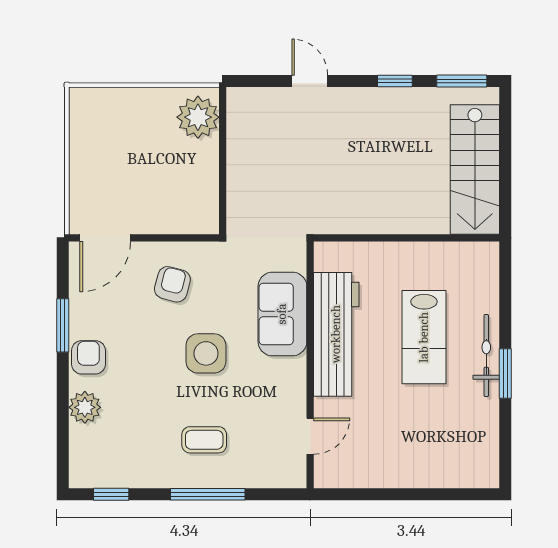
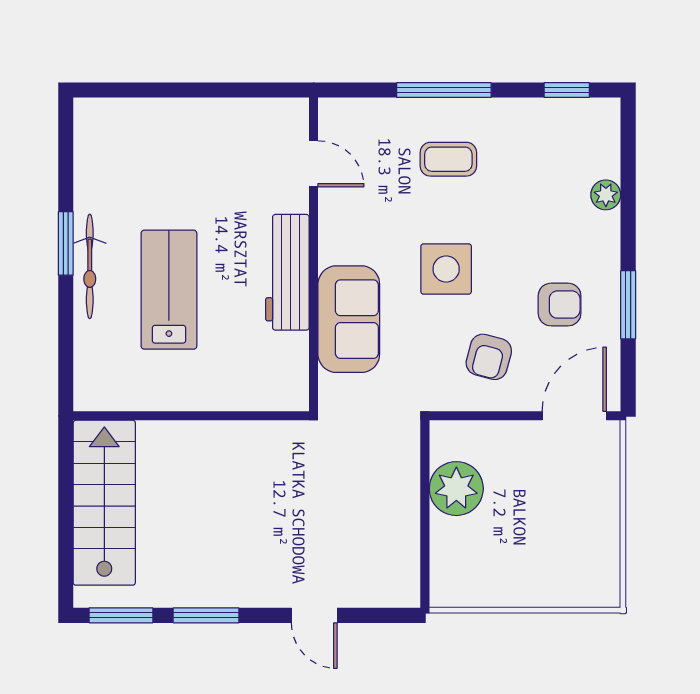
window: (395, 81) -> (206, 615), width x1.50
plant: (198, 117) -> (456, 489), moved
workbench: (336, 334) -> (287, 272), width x0.73, depth x0.76
armchair: (88, 357) -> (560, 305), moved, turned -90
plant: (85, 407) -> (606, 195), width x0.73, depth x0.73
door: (310, 436) -> (314, 164), swing flipped

